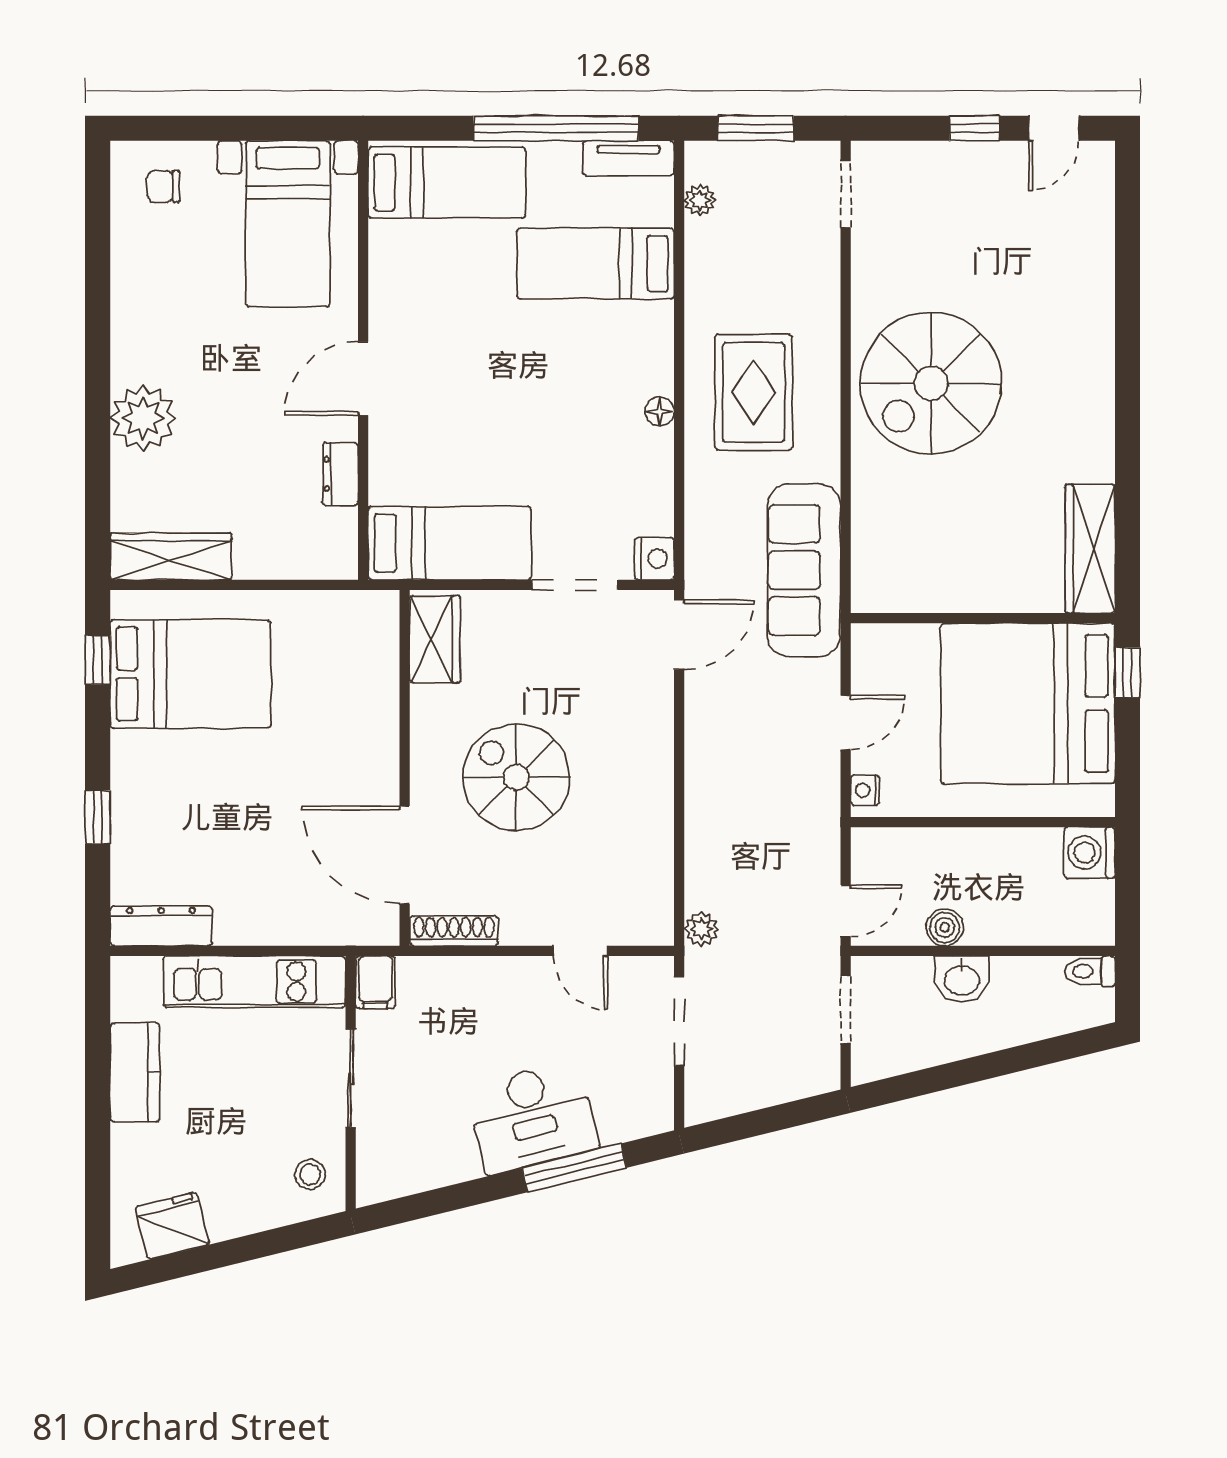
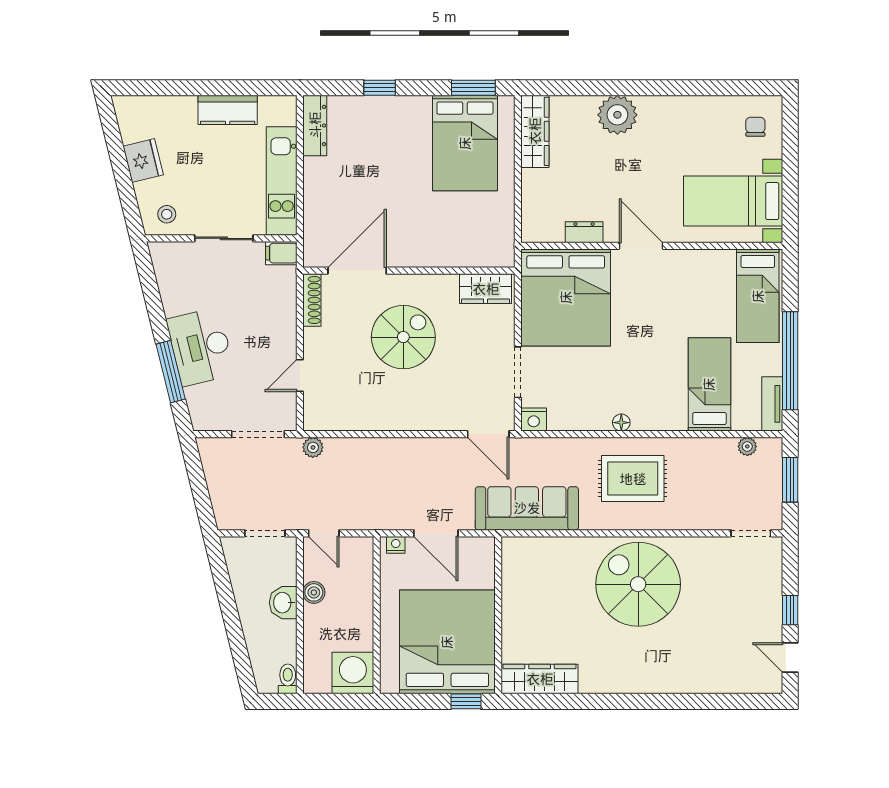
bed: (450, 543) -> (566, 297), width x2.04
window: (98, 660) -> (473, 88), width x1.50
door: (846, 723) -> (436, 533), width x1.38
washing machine: (1090, 853) -> (353, 673), width x1.37, depth x1.37
fridge: (172, 1226) -> (143, 161), moved

